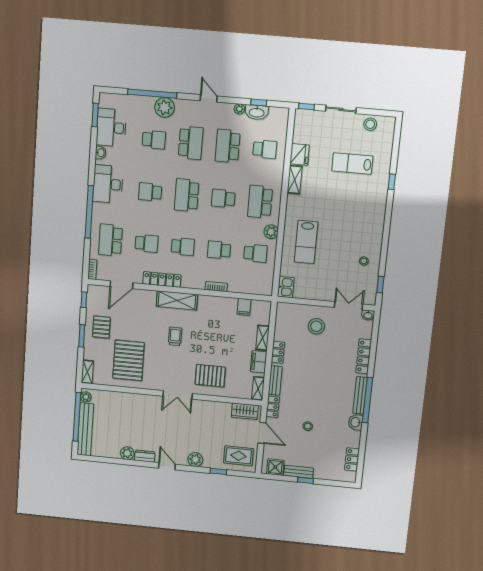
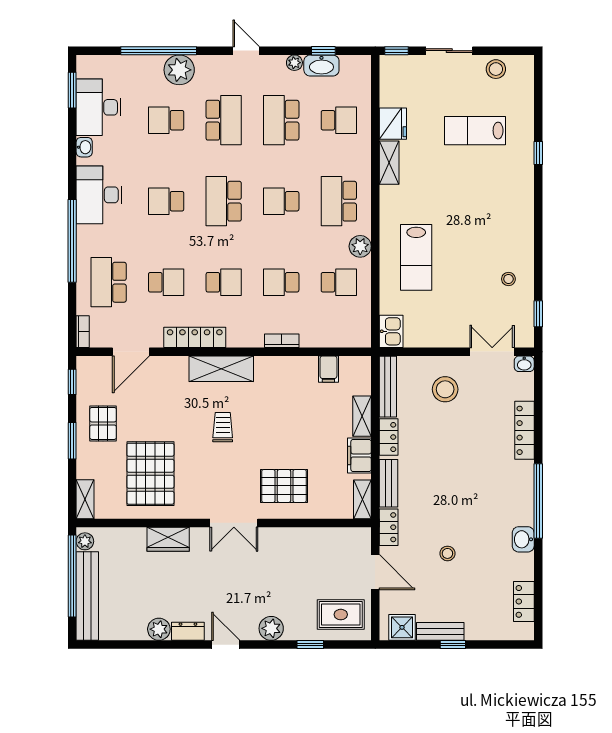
school desk: (154, 140) -> (166, 120), turned 180
bench: (360, 395) -> (388, 387), moved
wardrobe: (245, 411) -> (168, 539), moved

